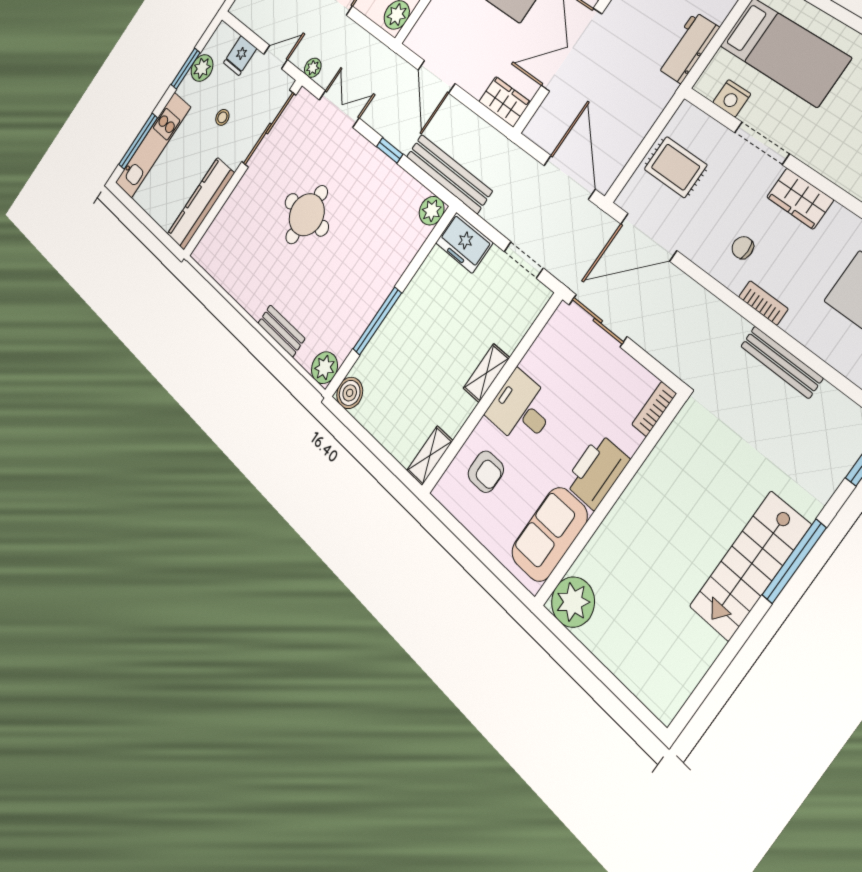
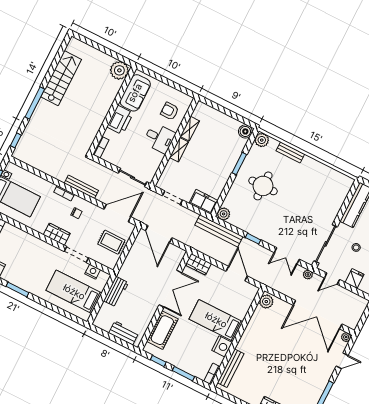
round table: (307, 215) -> (263, 186), moved
window: (377, 321) -> (239, 164), width x0.69
bench: (782, 362) -> (81, 187), moved
shelving: (430, 456) -> (190, 129), moved
stairs: (750, 566) -> (61, 78), moved

